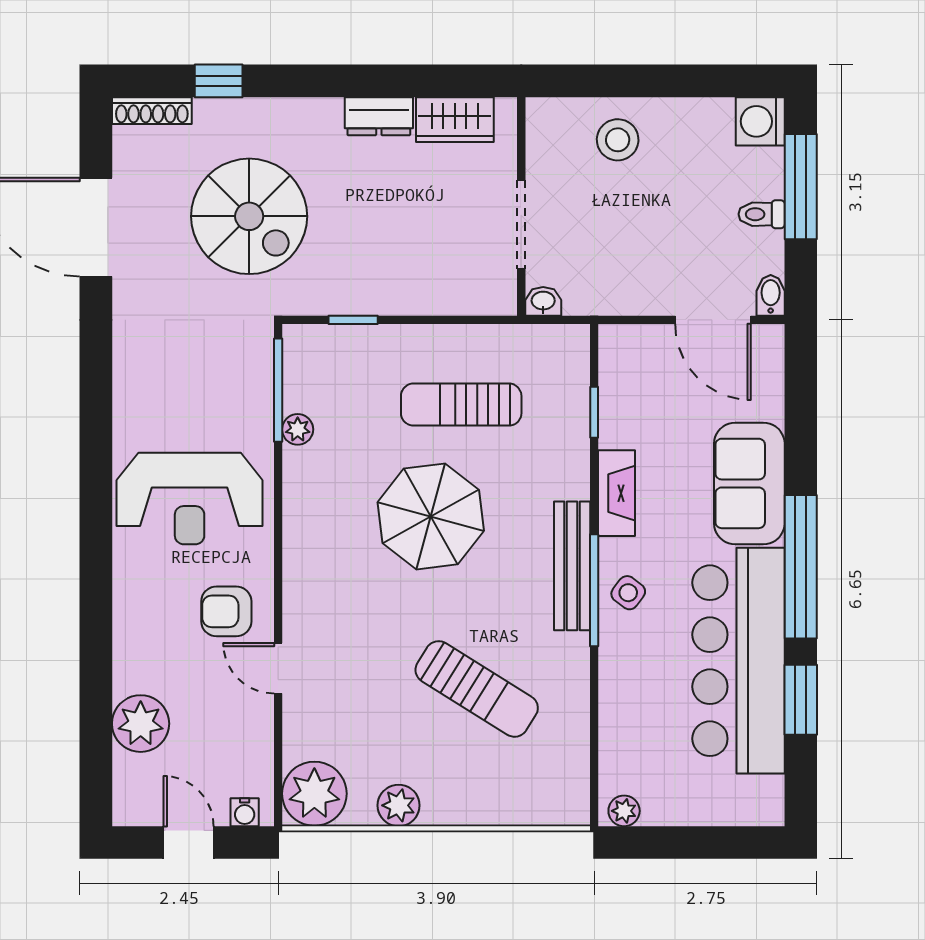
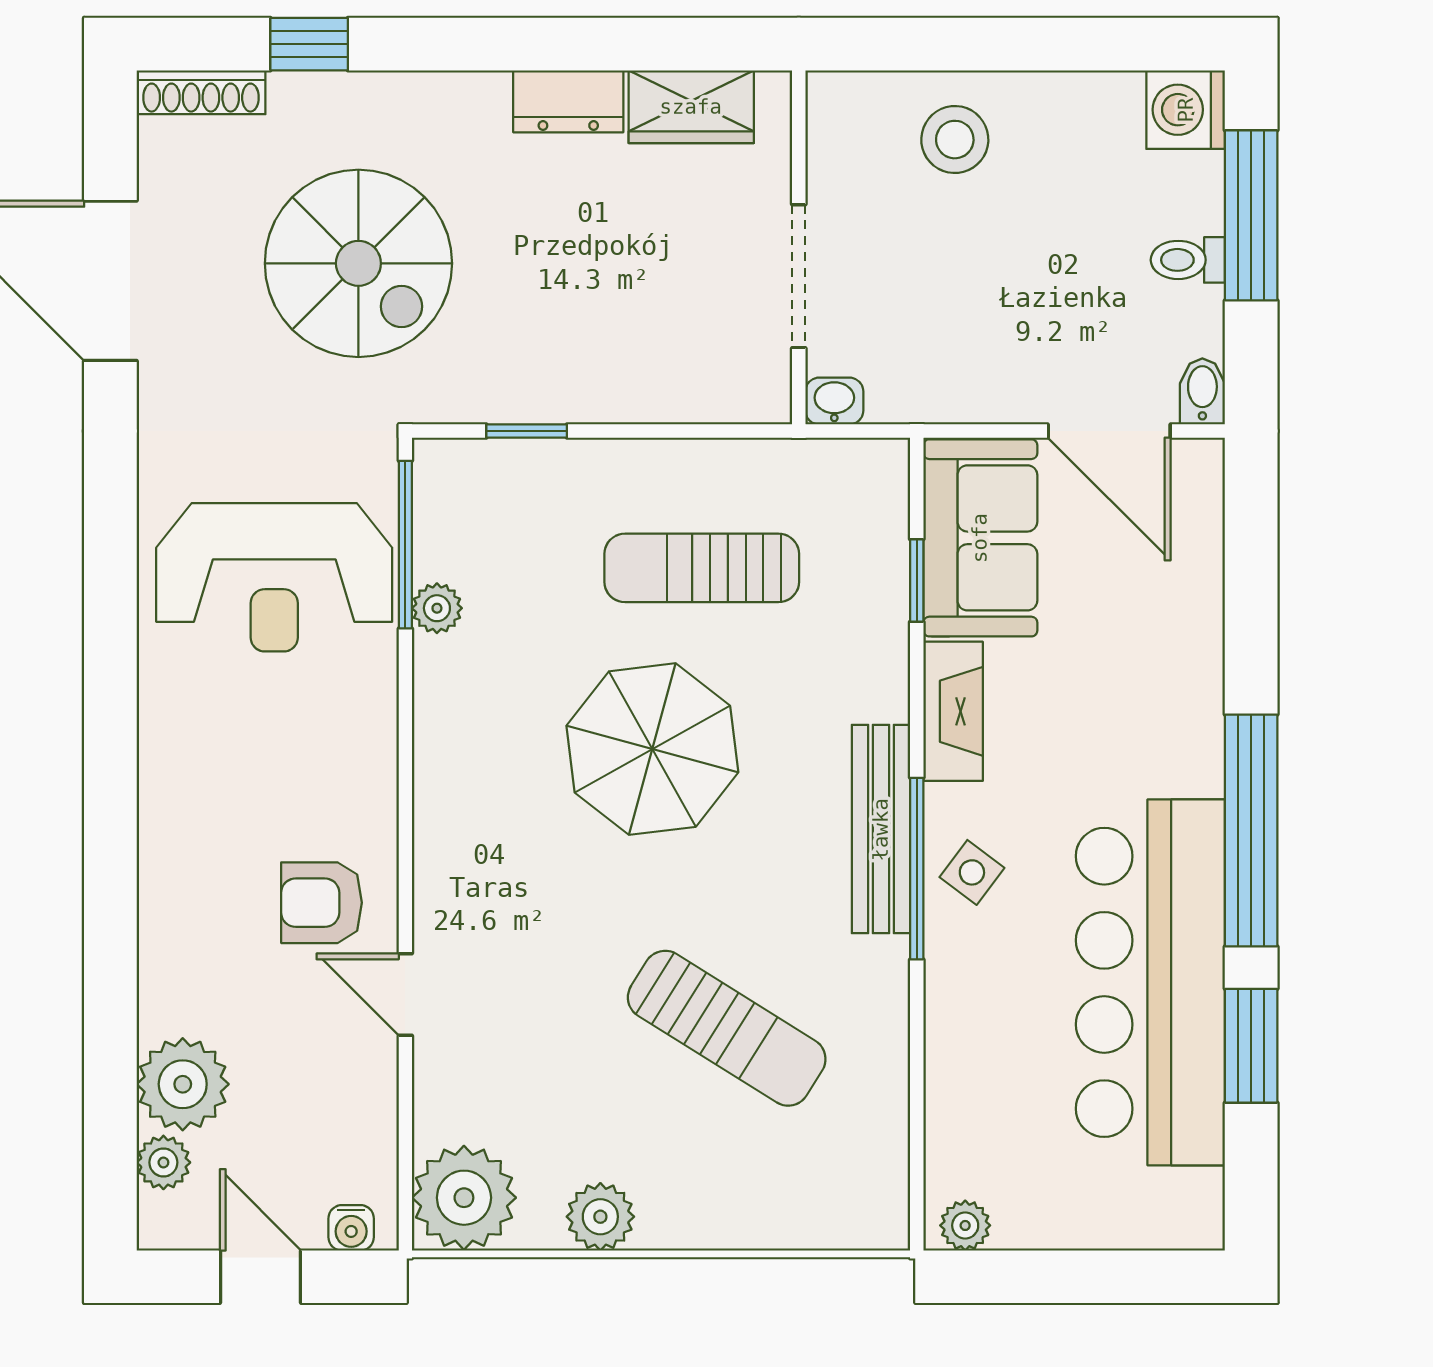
sofa: (749, 483) -> (980, 538), moved, turned 180
reception desk: (190, 499) -> (274, 577), moved
plant: (129, 772) -> (163, 1162), added

